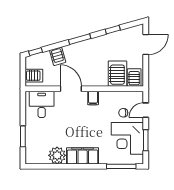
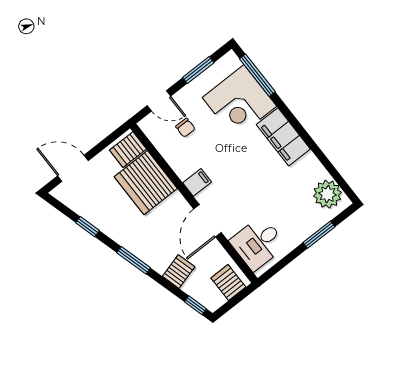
server rack: (117, 74) -> (146, 183), width x1.60
corner desk: (127, 138) -> (239, 102), moved, turned 90
plant: (57, 155) -> (327, 194), moved

